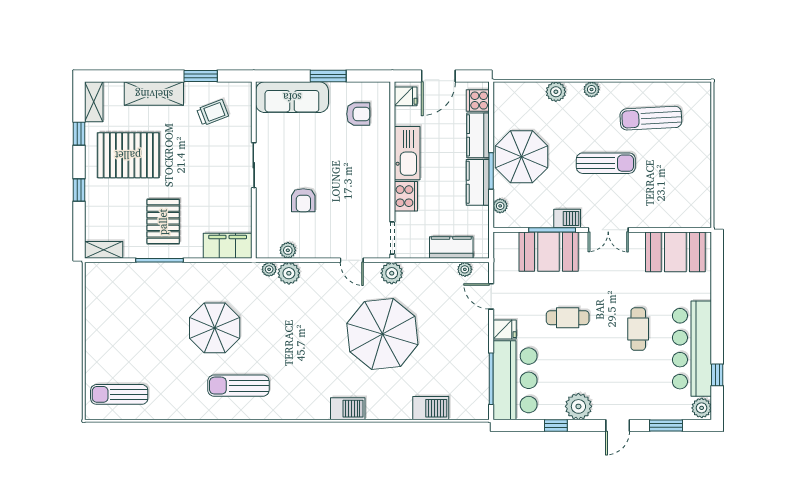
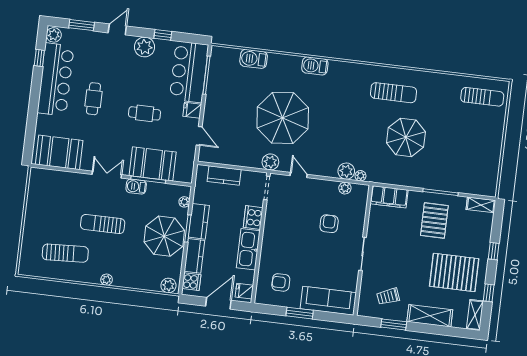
plant: (556, 92) -> (168, 285), moved
plant: (465, 269) -> (216, 158), removed

